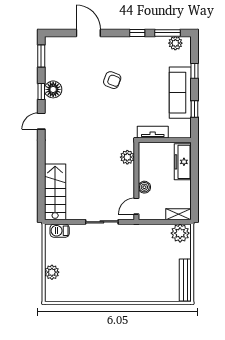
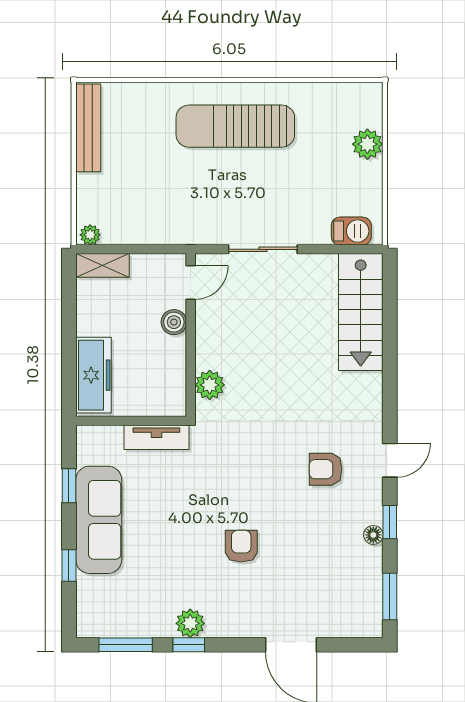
plant: (175, 43) -> (190, 623), moved
armchair: (112, 80) -> (241, 546), turned 69
floor lamp: (53, 89) -> (373, 535), width x0.53, depth x0.53
armchair: (72, 117) -> (326, 469), added
plant: (180, 233) -> (90, 235), width x0.53, depth x0.53
sun lounger: (115, 281) -> (235, 126), added

